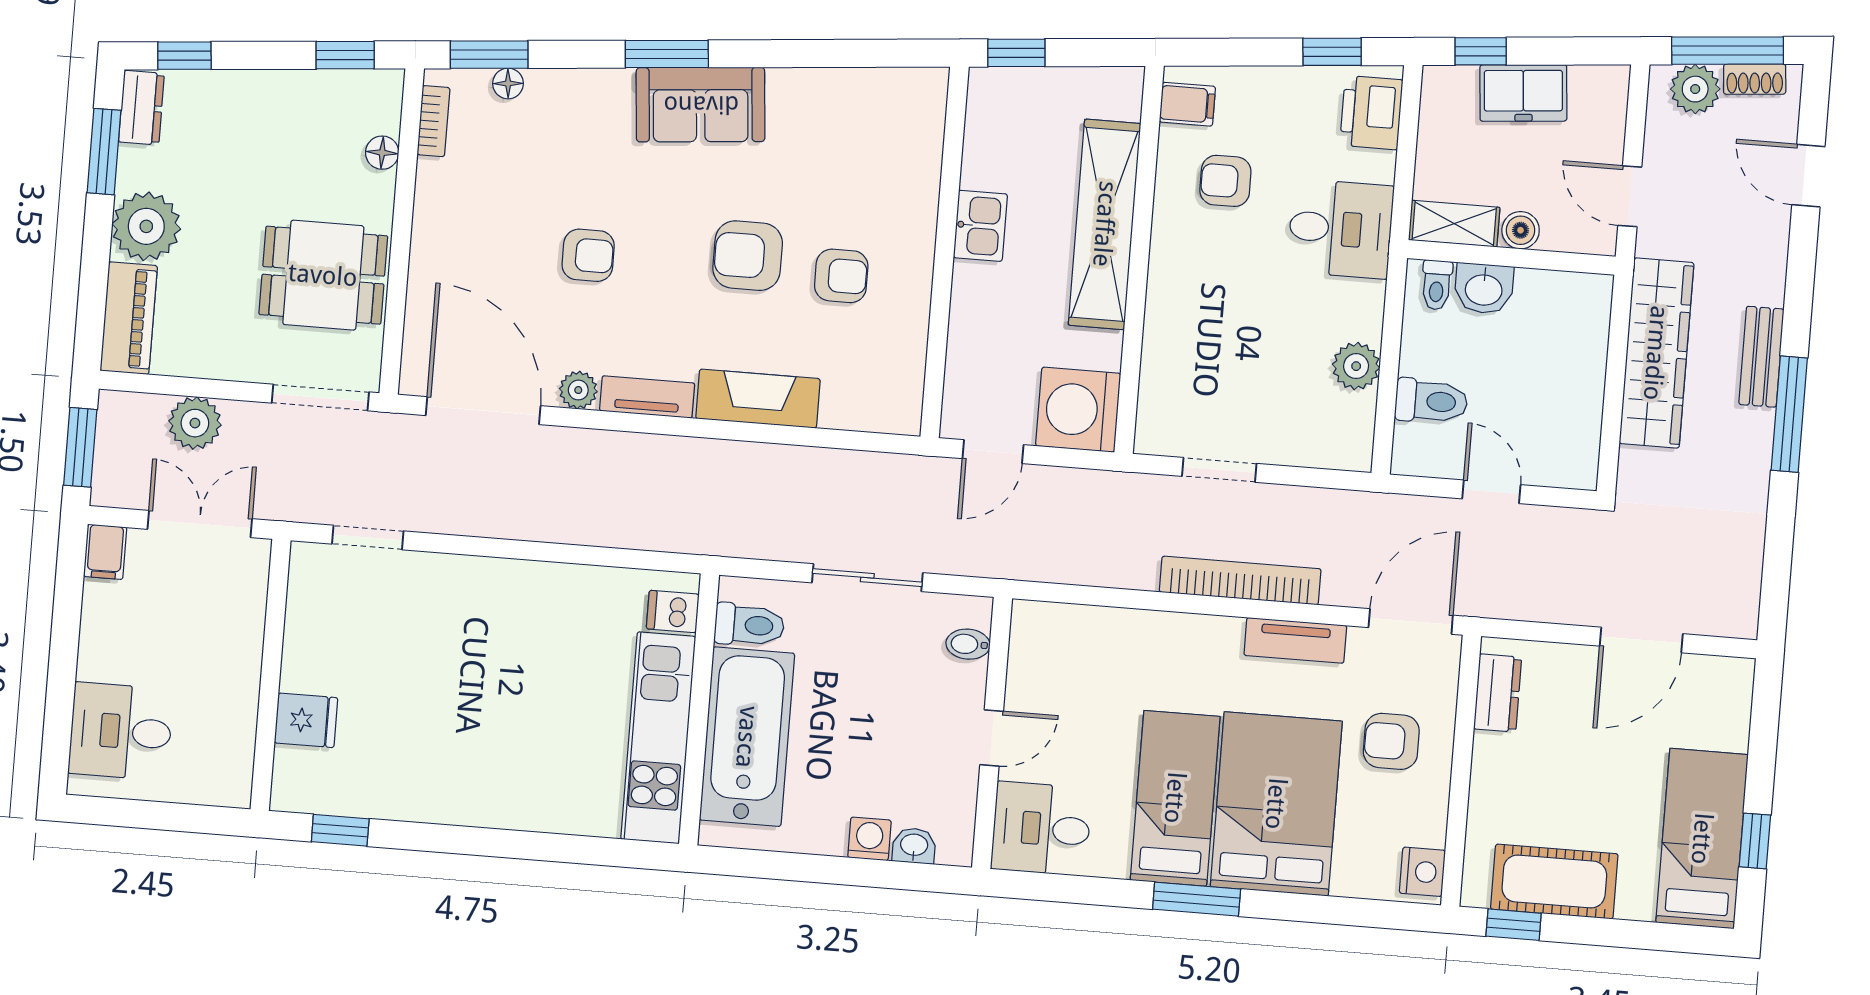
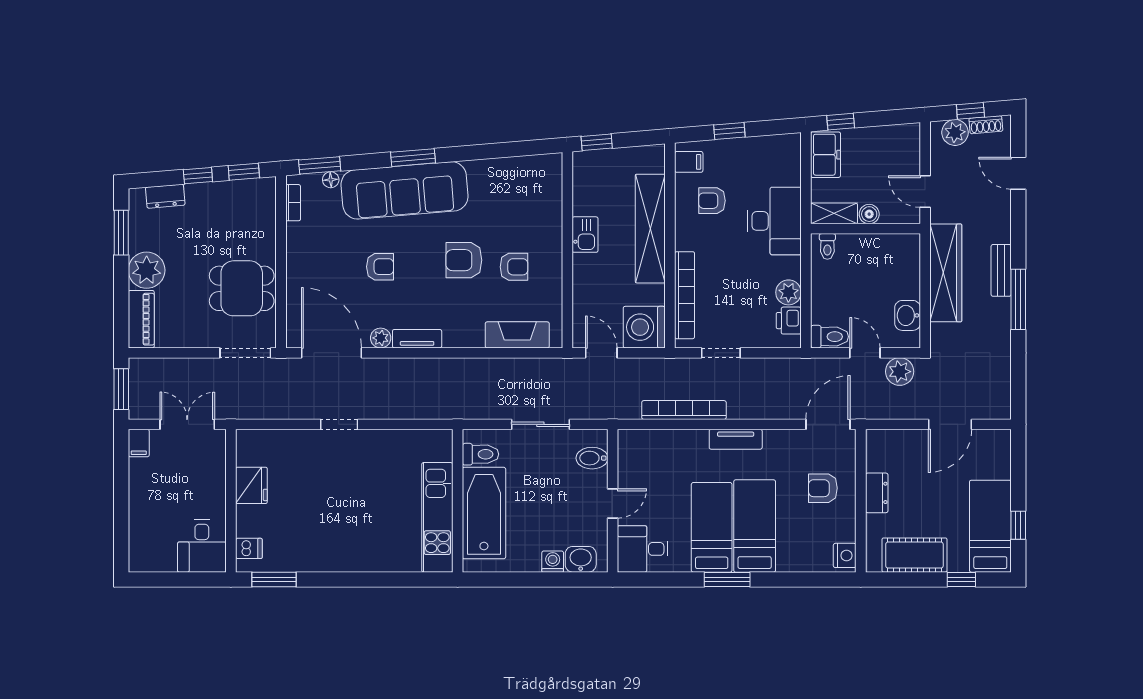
window: (1728, 51) -> (970, 111), width x0.46
window: (1332, 52) -> (729, 131), moved
window: (184, 56) -> (198, 176), moved
freezer: (1523, 93) -> (826, 155), moved, turned -85
sofa: (701, 105) -> (405, 190), width x1.85, depth x1.27
dresser: (141, 108) -> (165, 196), moved, turned 85
printer: (1371, 113) -> (789, 321), moved, width x0.73, depth x0.81
floor lamp: (382, 153) -> (267, 221), removed
desk: (1340, 229) -> (774, 221), width x1.37
washbasin: (1484, 289) -> (908, 315), moved, turned 90
bookcase: (1159, 355) -> (685, 295), added
fireplace: (758, 399) -> (517, 335), moved
toilet: (1431, 401) -> (829, 337), moved
plant: (195, 423) -> (900, 372), moved
door: (993, 452) -> (601, 353), swing flipped
doorway: (368, 537) -> (339, 424), moved
bookcase: (1240, 580) -> (684, 410), moved
dishwasher: (673, 611) -> (249, 548), moved, turned 180
tv unit: (1295, 640) -> (736, 439), moved
bidet: (968, 644) -> (592, 458), width x1.38, depth x1.36
dresser: (1498, 693) -> (877, 493), moved
fridge: (306, 720) -> (251, 485), moved, width x1.38
desk: (121, 731) -> (202, 546), moved, turned -90
bed: (1276, 804) -> (755, 526), width x0.67
window: (340, 830) -> (274, 579), width x1.50
washbasin: (914, 846) -> (581, 559), width x1.38, depth x1.45
window: (1514, 925) -> (961, 579), moved

